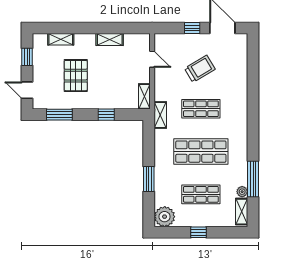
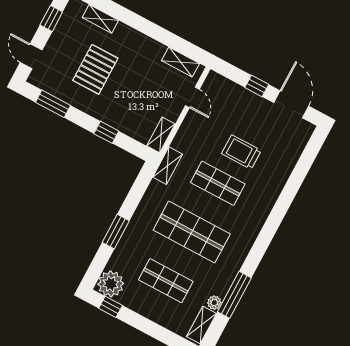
shelving: (110, 39) -> (181, 62), moved
trolley: (200, 69) -> (241, 152), moved, turned -149
window: (199, 232) -> (111, 307), moved

